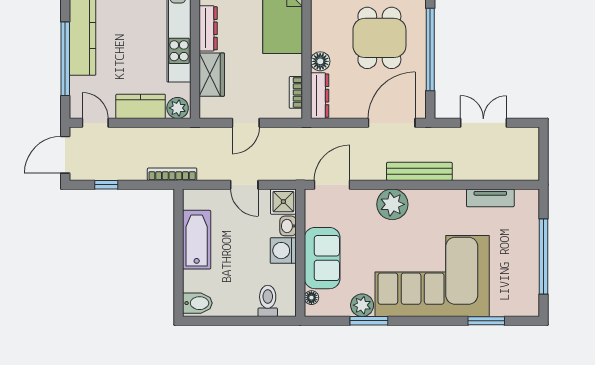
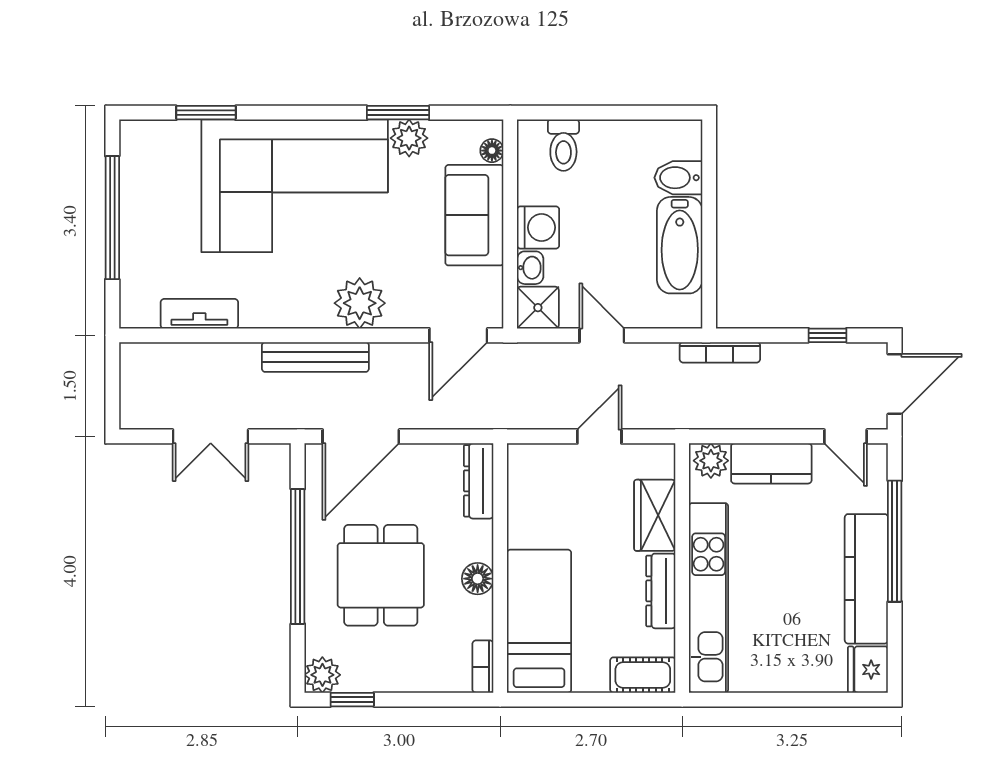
floor lamp: (320, 61) -> (478, 579), moved
bookcase: (296, 92) -> (517, 486), removed
bidet: (197, 303) -> (678, 178), moved

